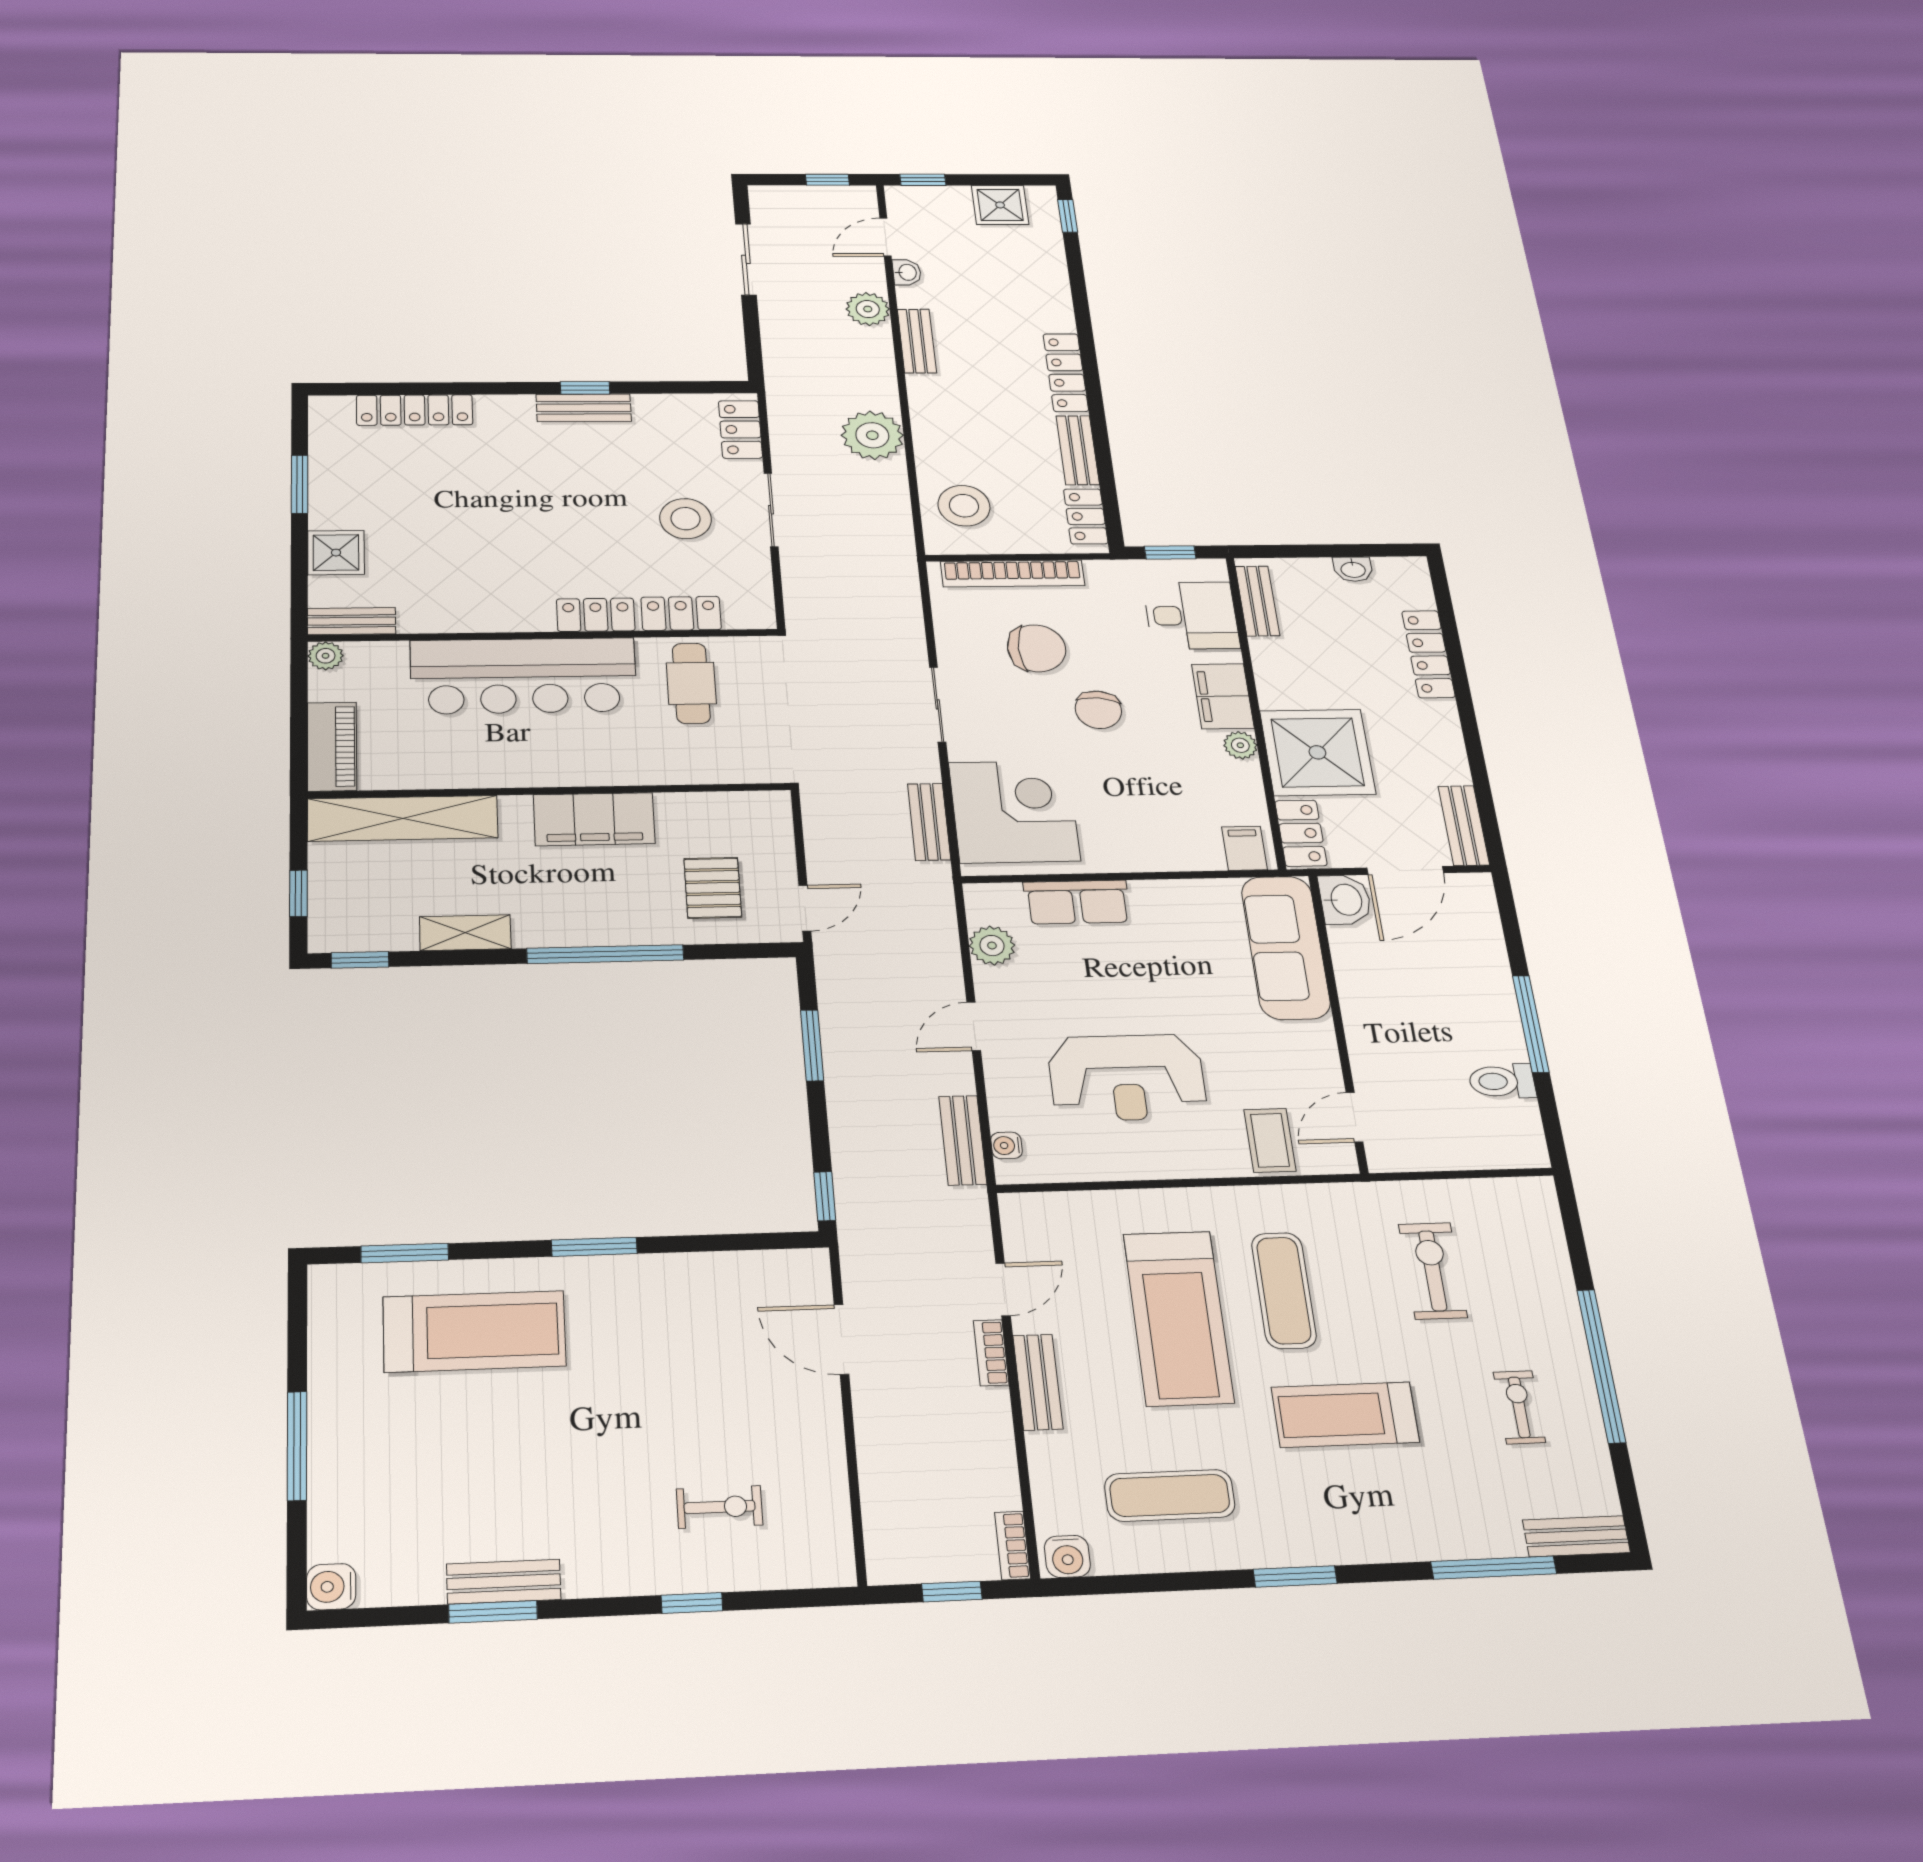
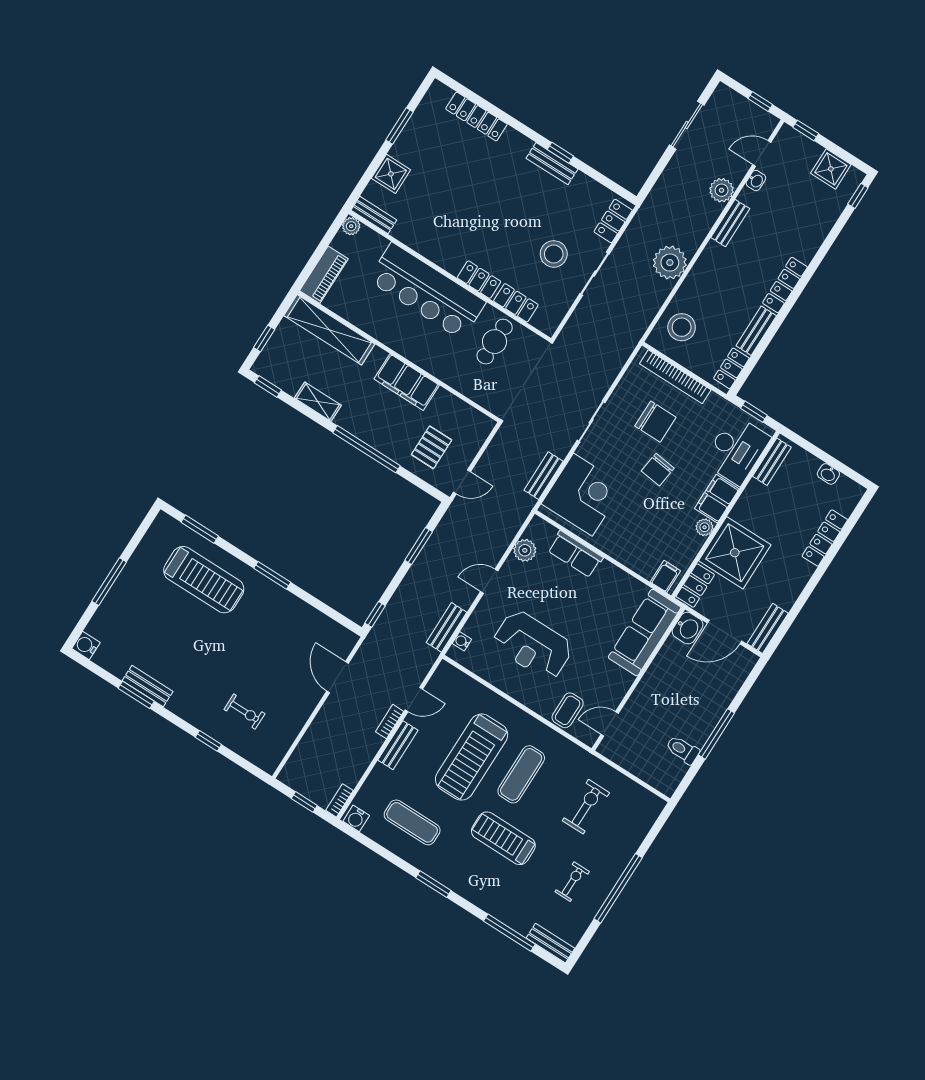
desk: (1191, 616) -> (736, 450), width x1.37

